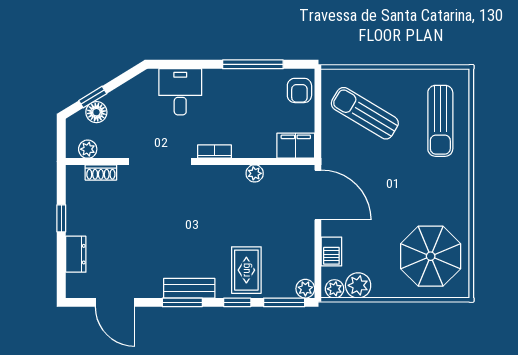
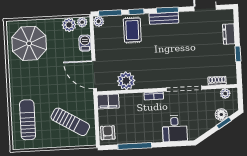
plant: (255, 173) -> (126, 81), width x1.88, depth x1.88

